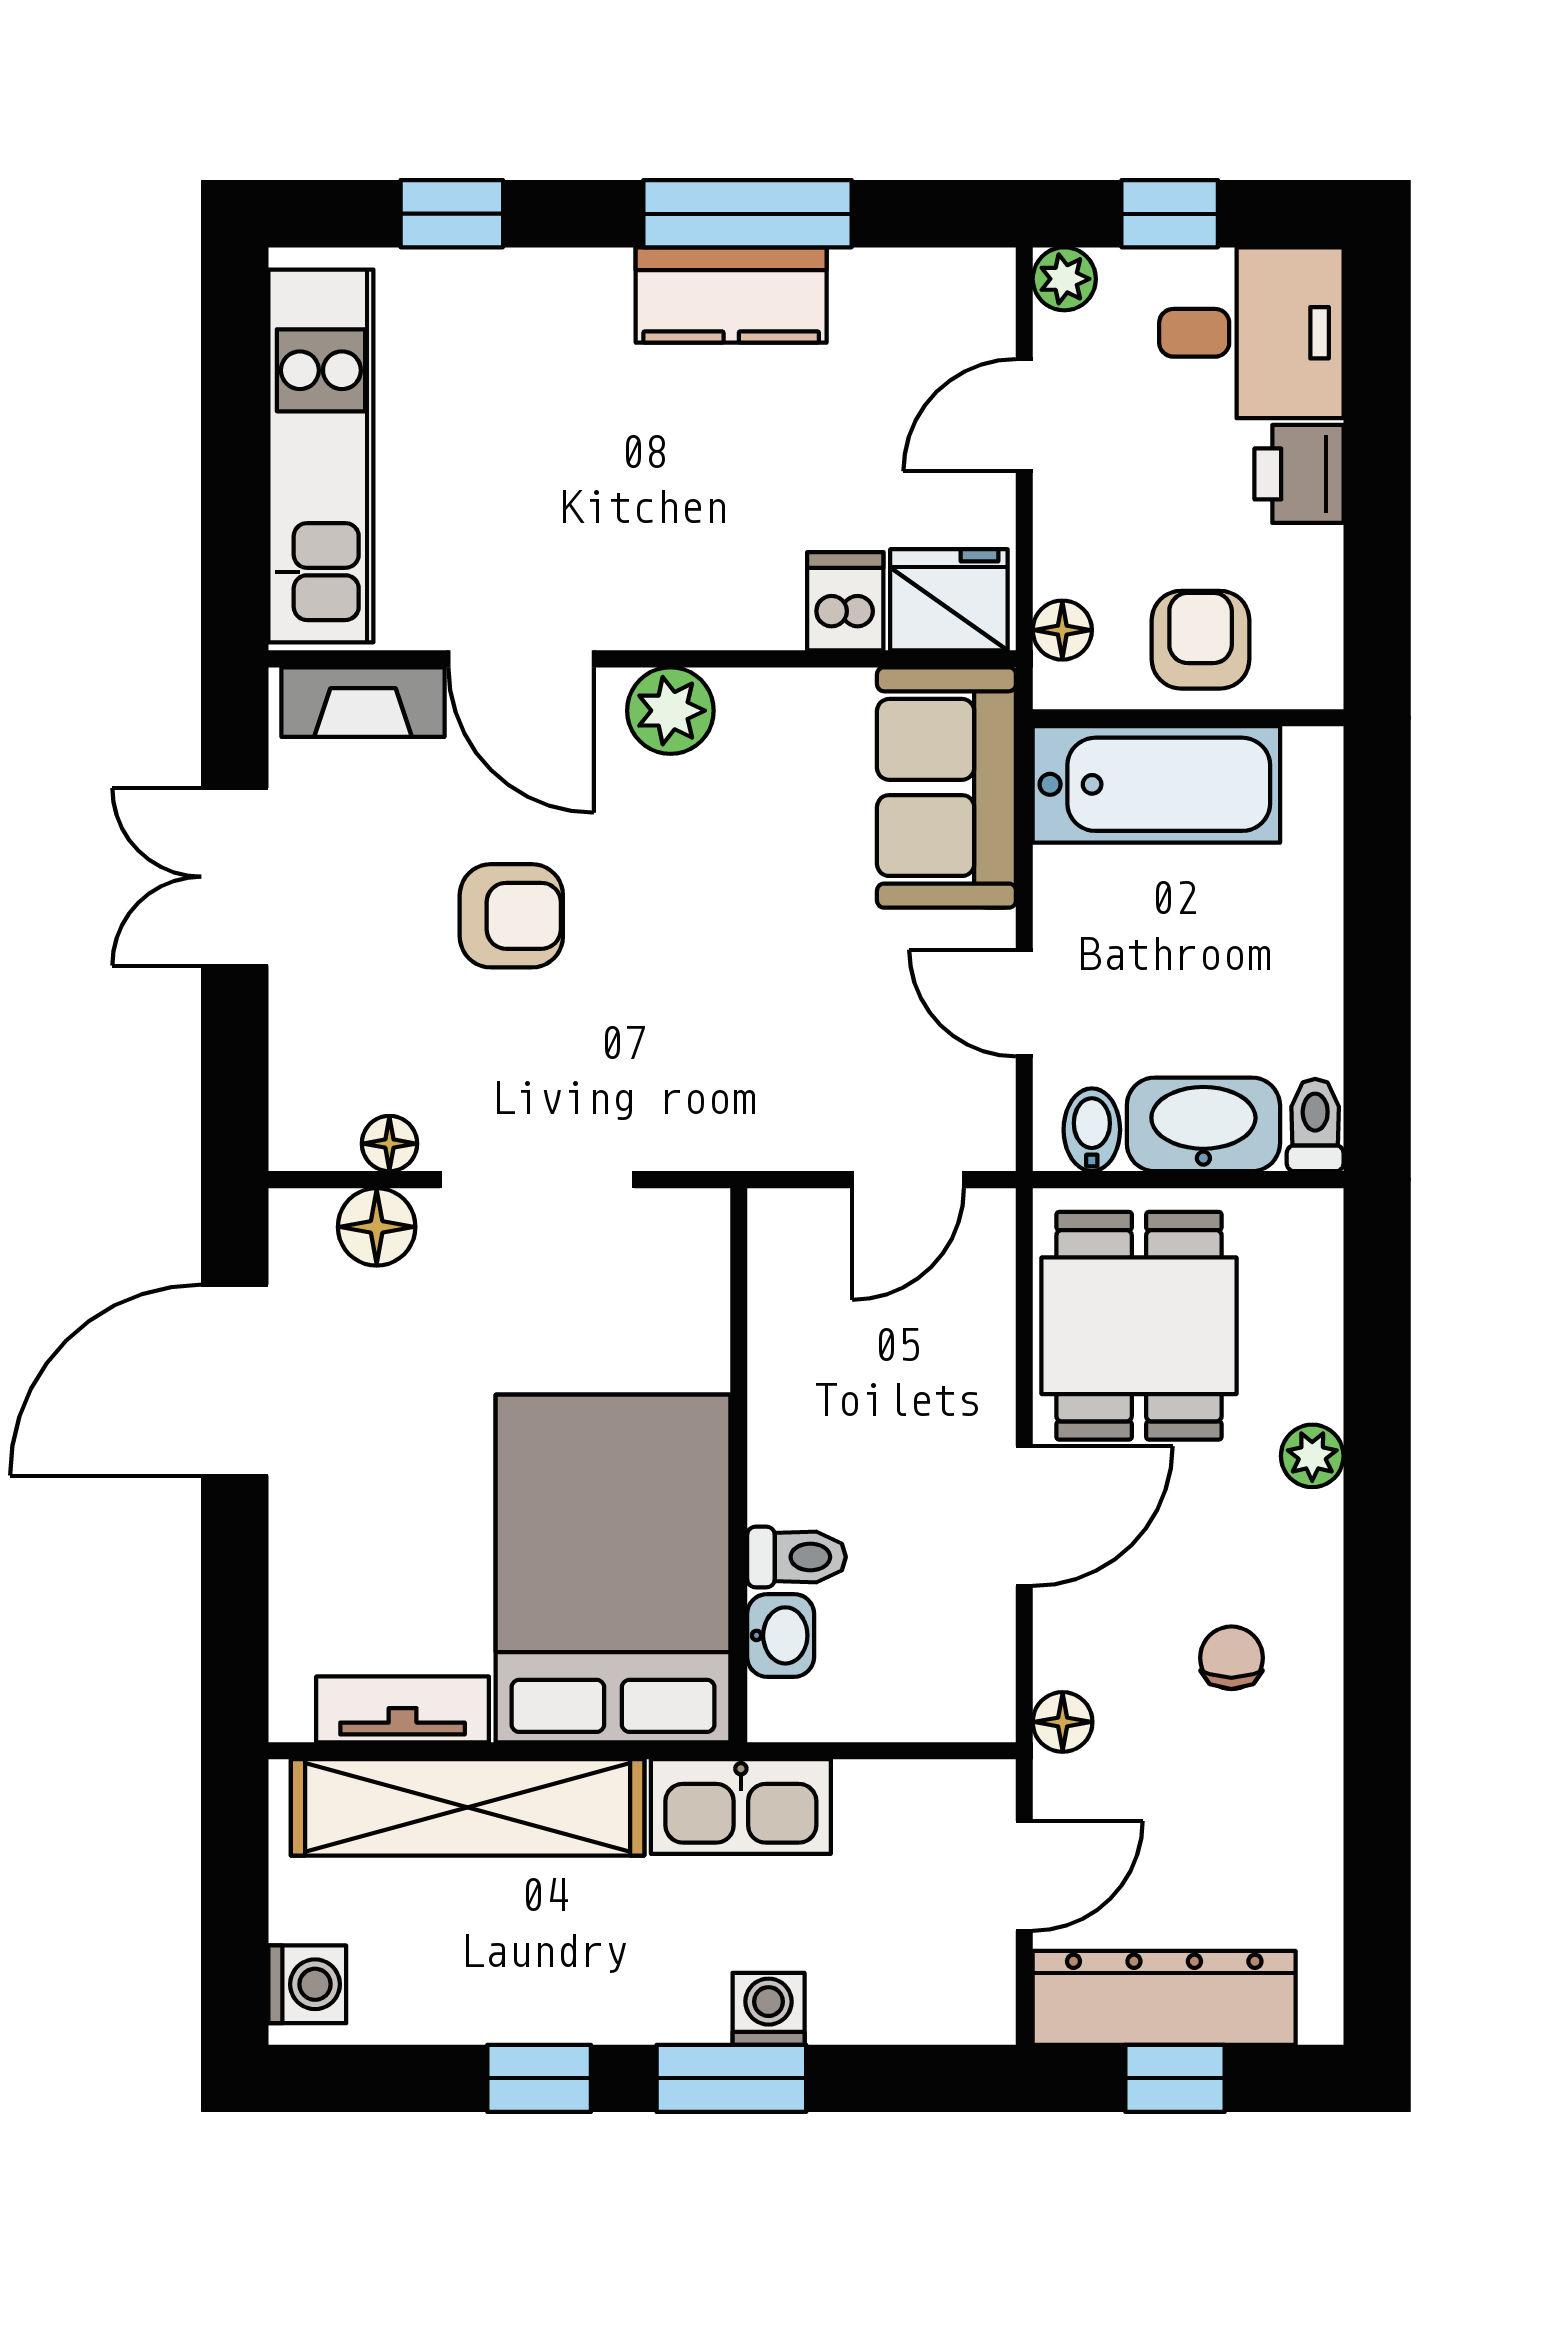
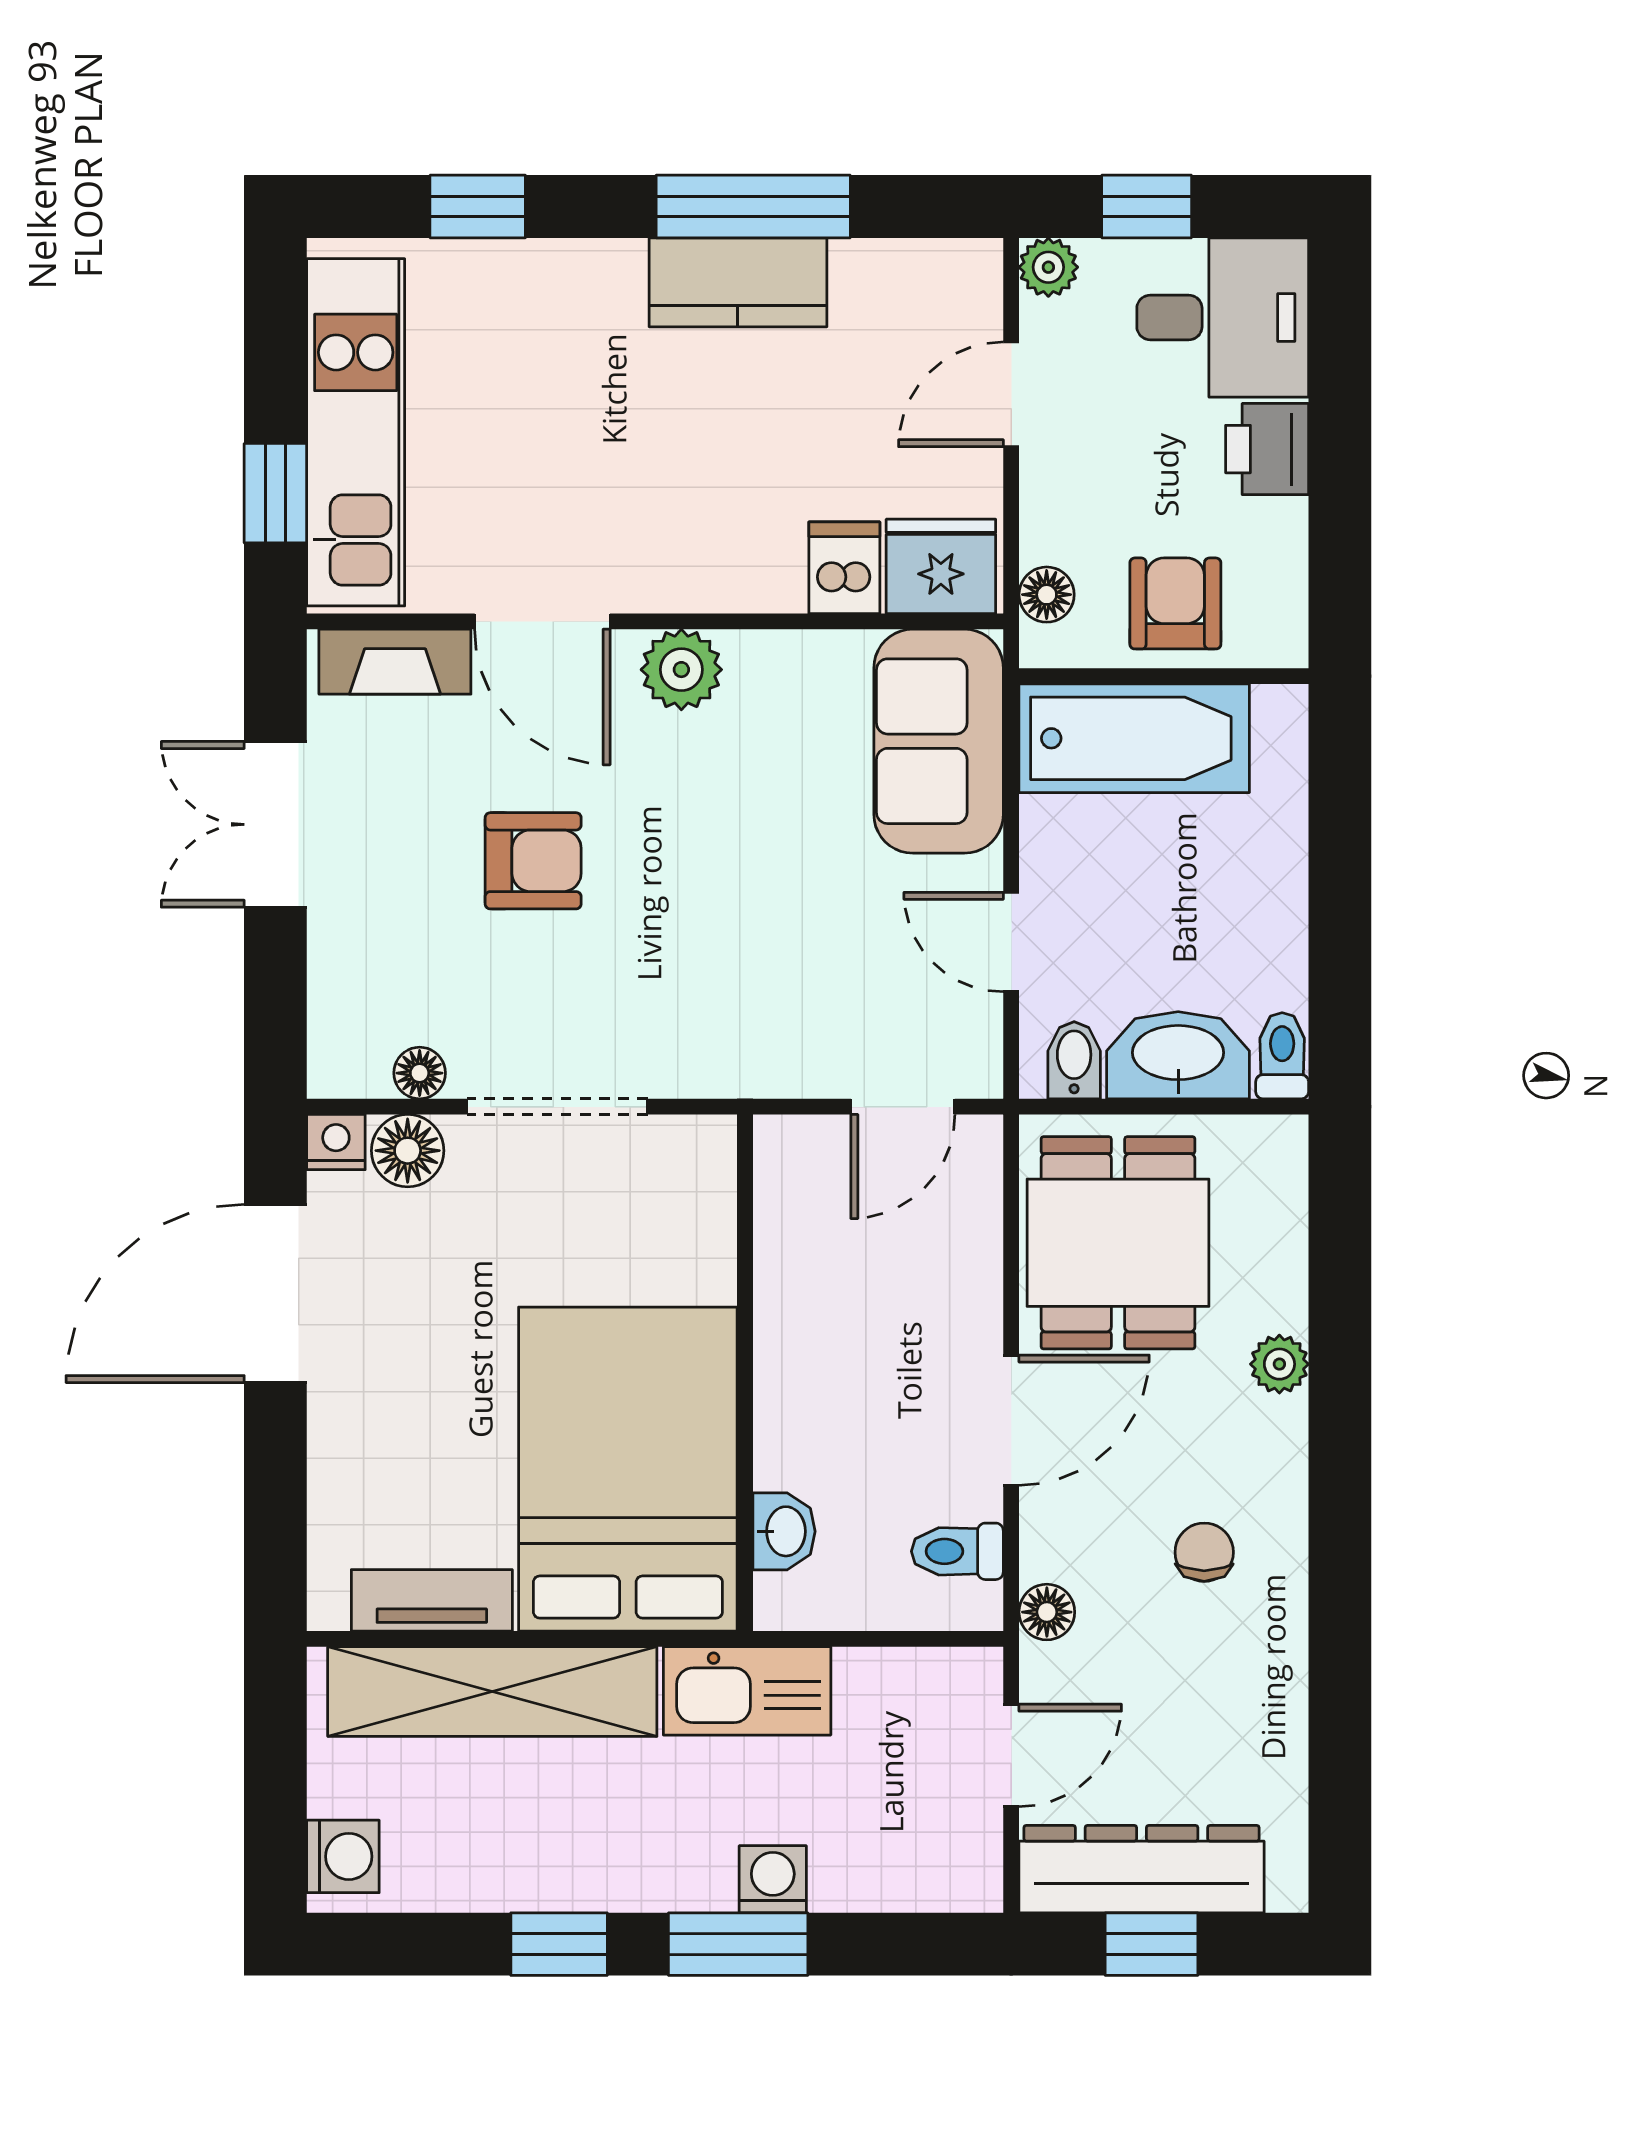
window: (235, 521) -> (275, 493), added
nightstand: (300, 1218) -> (336, 1142), added
toilet: (797, 1557) -> (957, 1551), moved, turned 180

